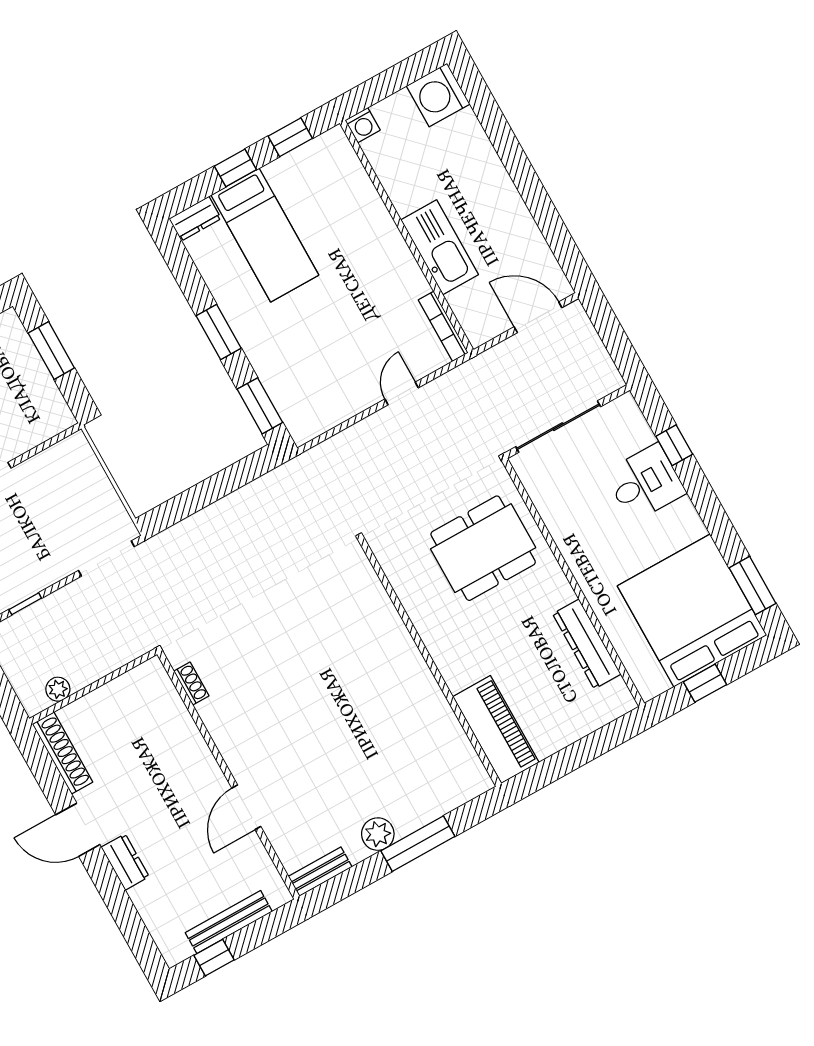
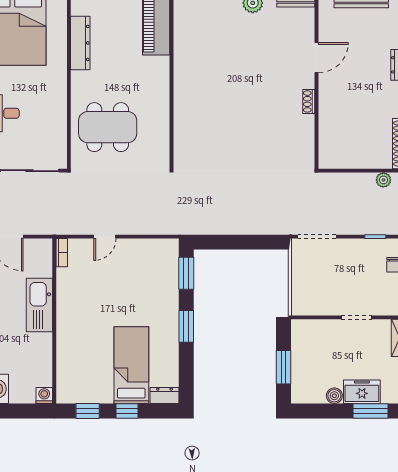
bookcase: (443, 326) -> (62, 253), width x0.64
shoe rack: (191, 684) -> (309, 101), moved

